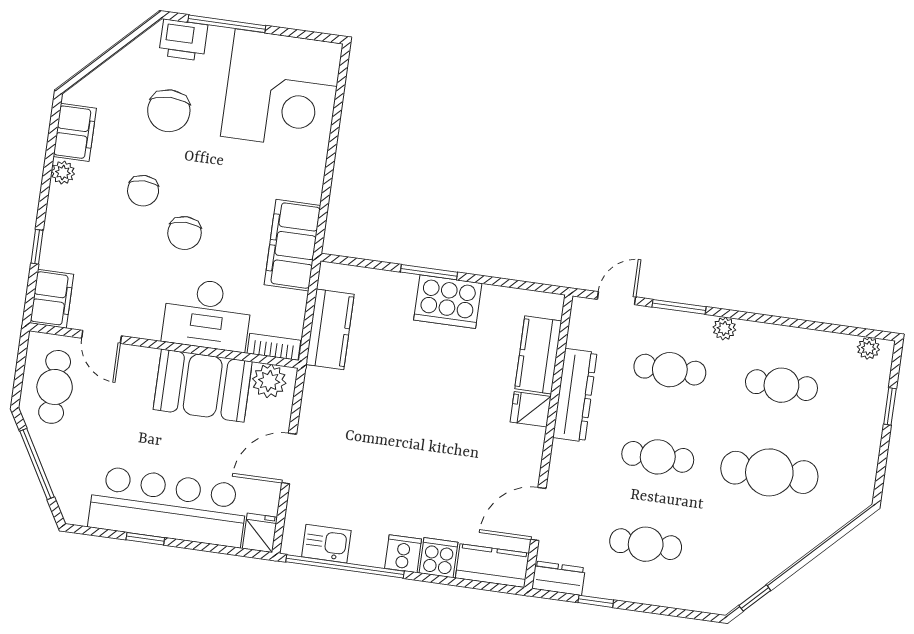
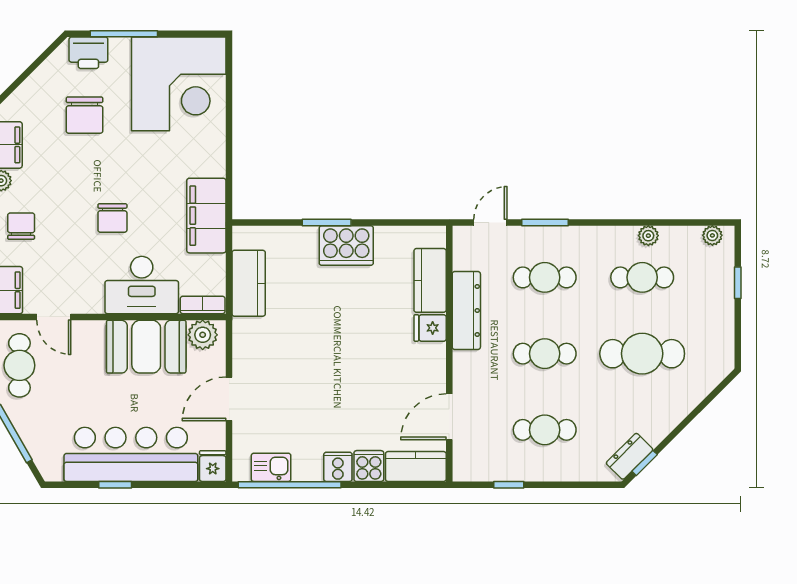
chair: (143, 191) -> (21, 226), moved, turned 180
plant: (724, 329) -> (648, 236), moved
dresser: (559, 578) -> (630, 456), moved, turned -45

